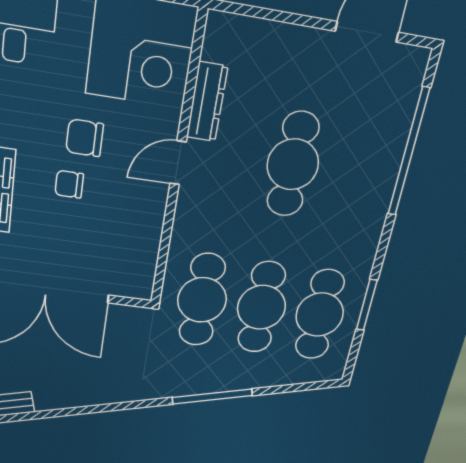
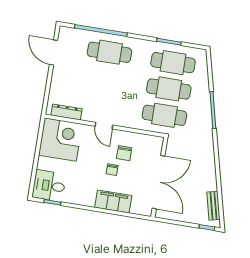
dresser: (207, 102) -> (67, 112), moved
chair: (85, 138) -> (124, 153), moved
cafe table: (293, 164) -> (109, 52), moved

